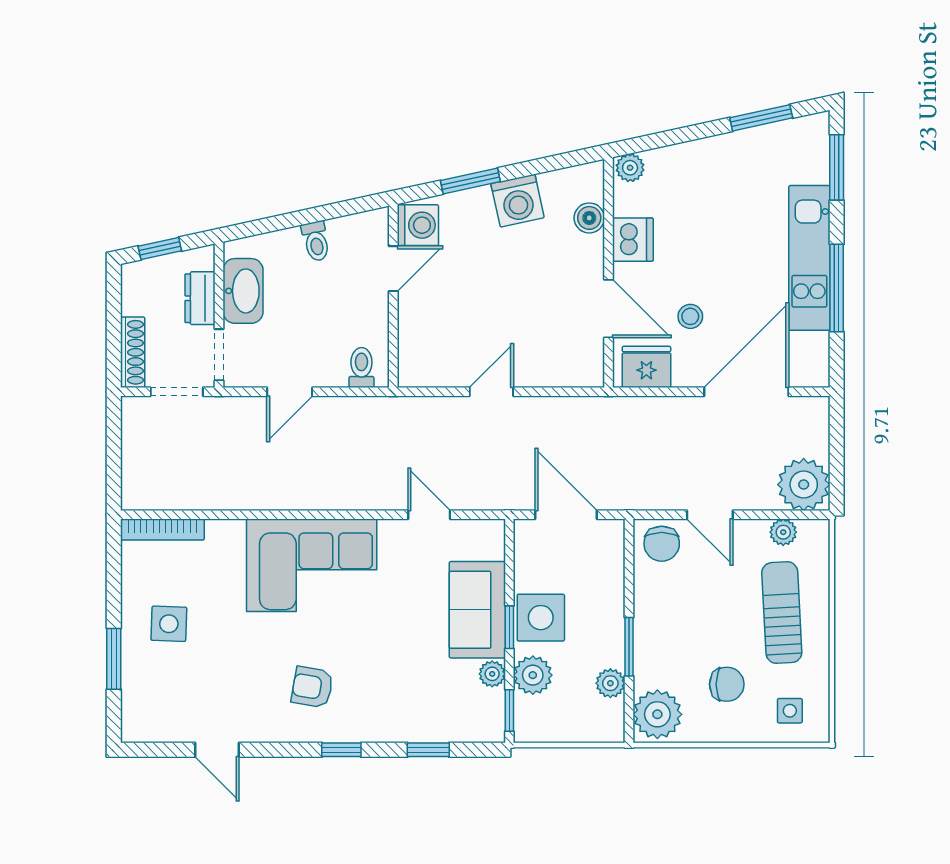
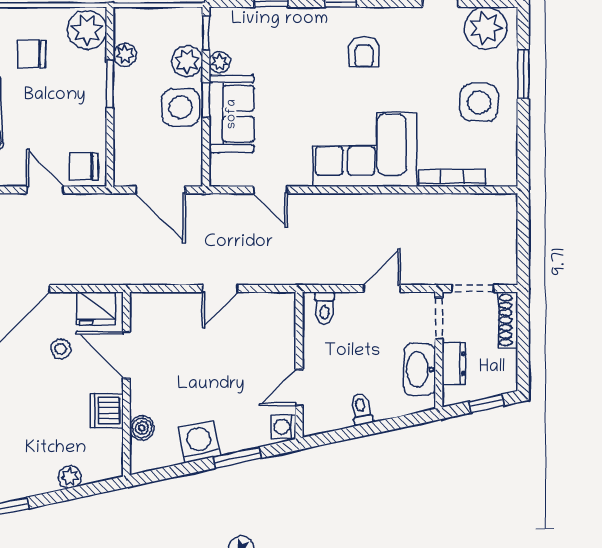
plant: (630, 168) -> (70, 477), moved
washing machine: (418, 225) -> (284, 427), width x0.73, depth x0.73
bookcase: (162, 530) -> (452, 178), moved
chair: (662, 544) -> (84, 167), turned -90
side table: (169, 624) -> (479, 102), width x1.37, depth x1.37
armchair: (312, 687) -> (364, 52), turned 80
plant: (161, 717) -> (486, 28), added

